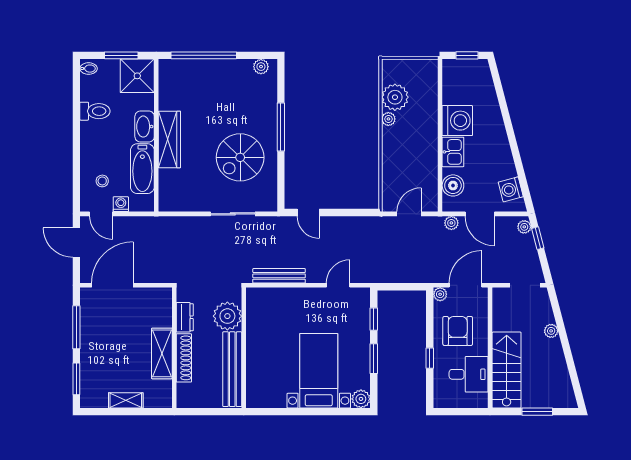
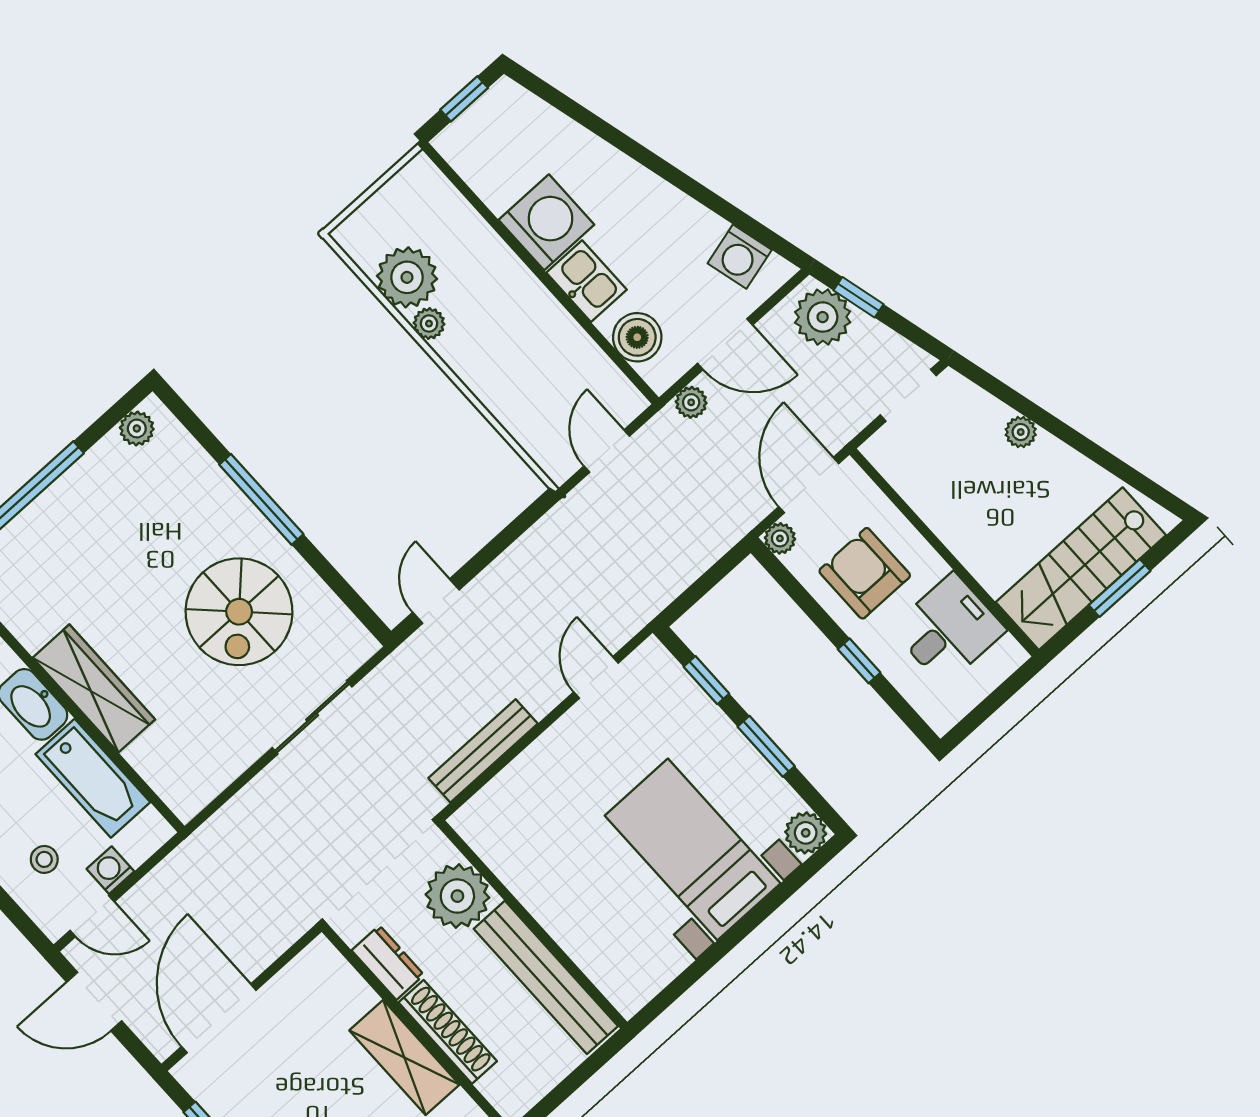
door: (308, 212) -> (436, 601), swing flipped
plant: (524, 227) -> (823, 317), width x1.88, depth x1.88
stairs: (507, 370) -> (1081, 569), moved, turned -90

